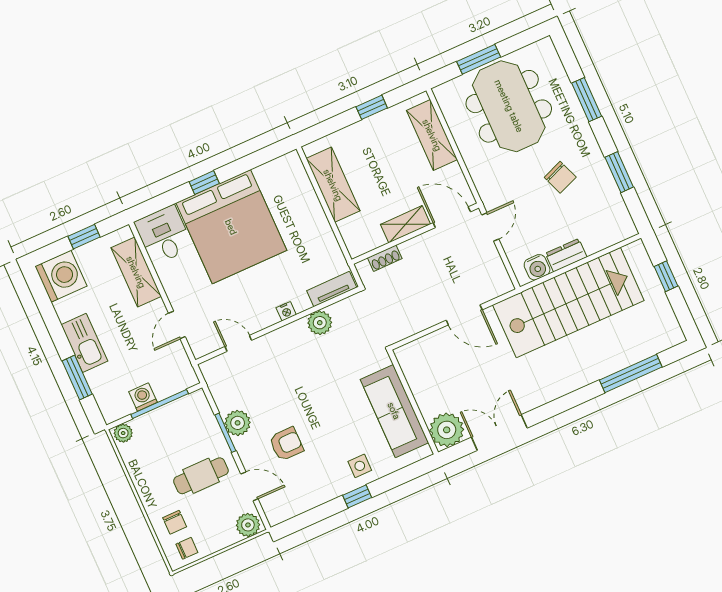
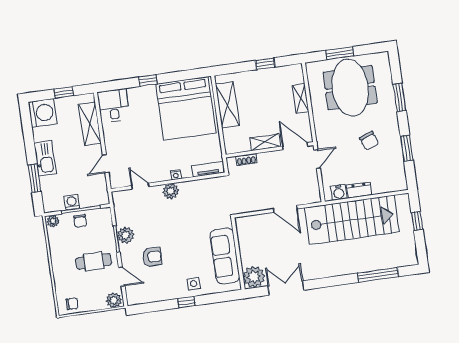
shelving: (432, 135) -> (301, 98), width x0.67, depth x0.75
bed: (231, 227) -> (186, 108), moved
plant: (320, 323) -> (171, 191), moved
chair: (175, 522) -> (80, 221), moved

